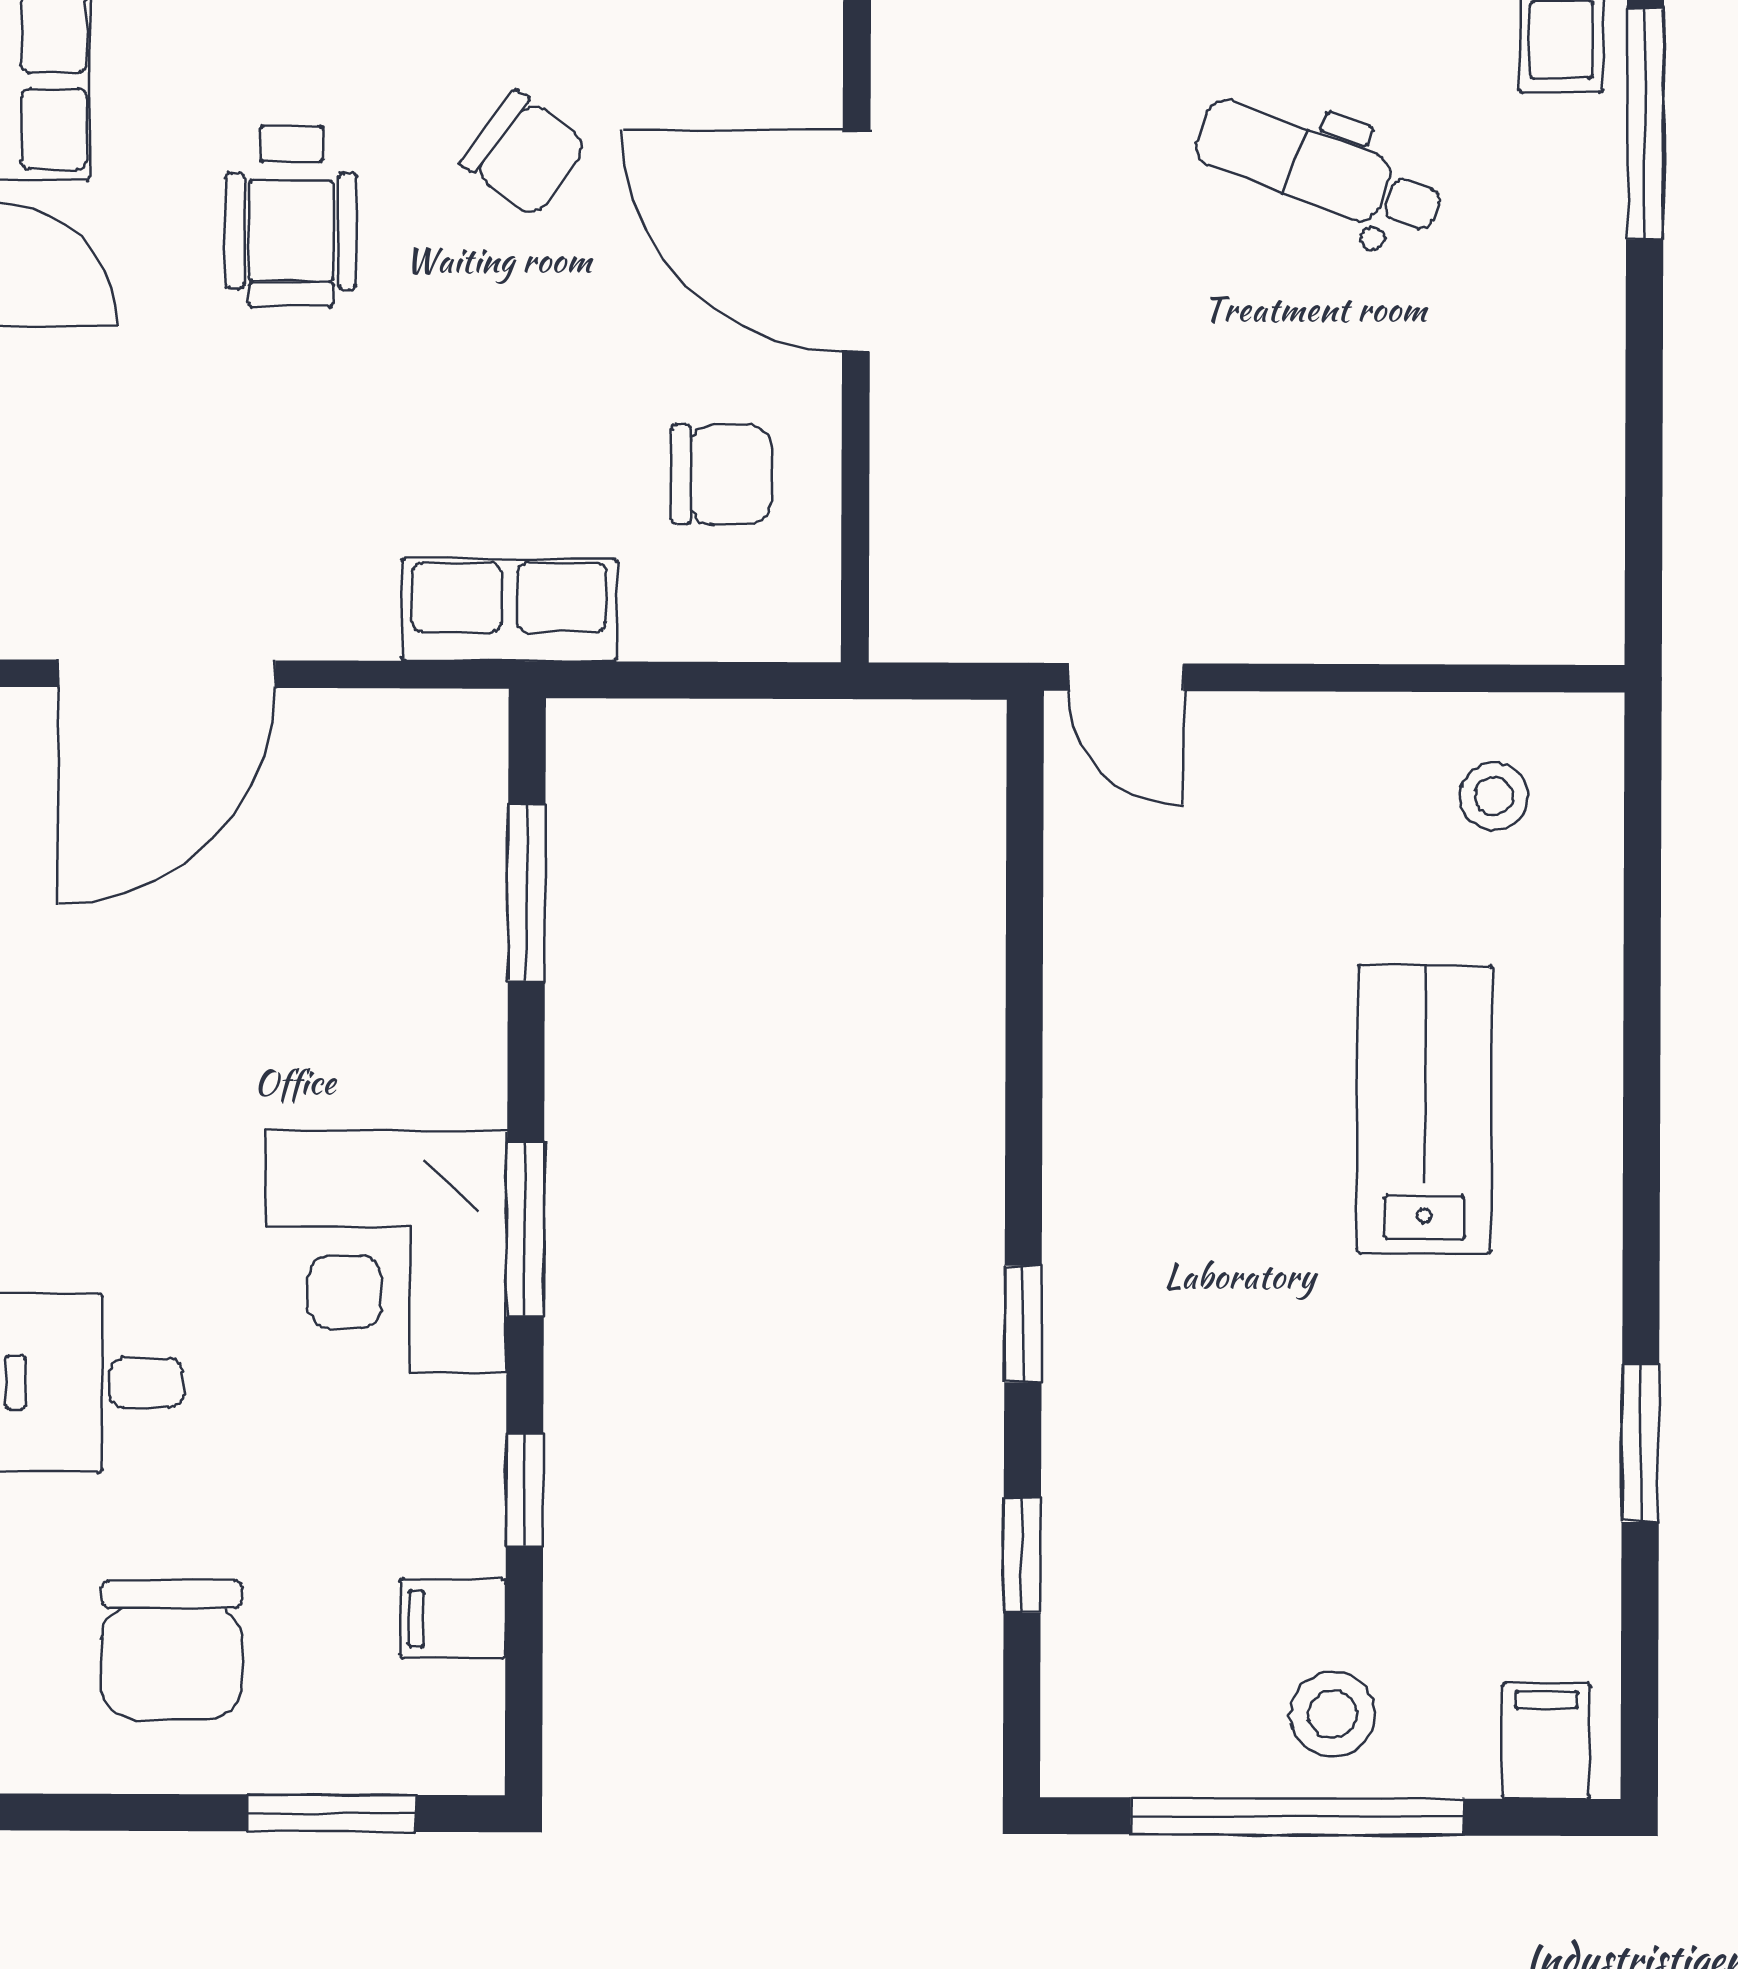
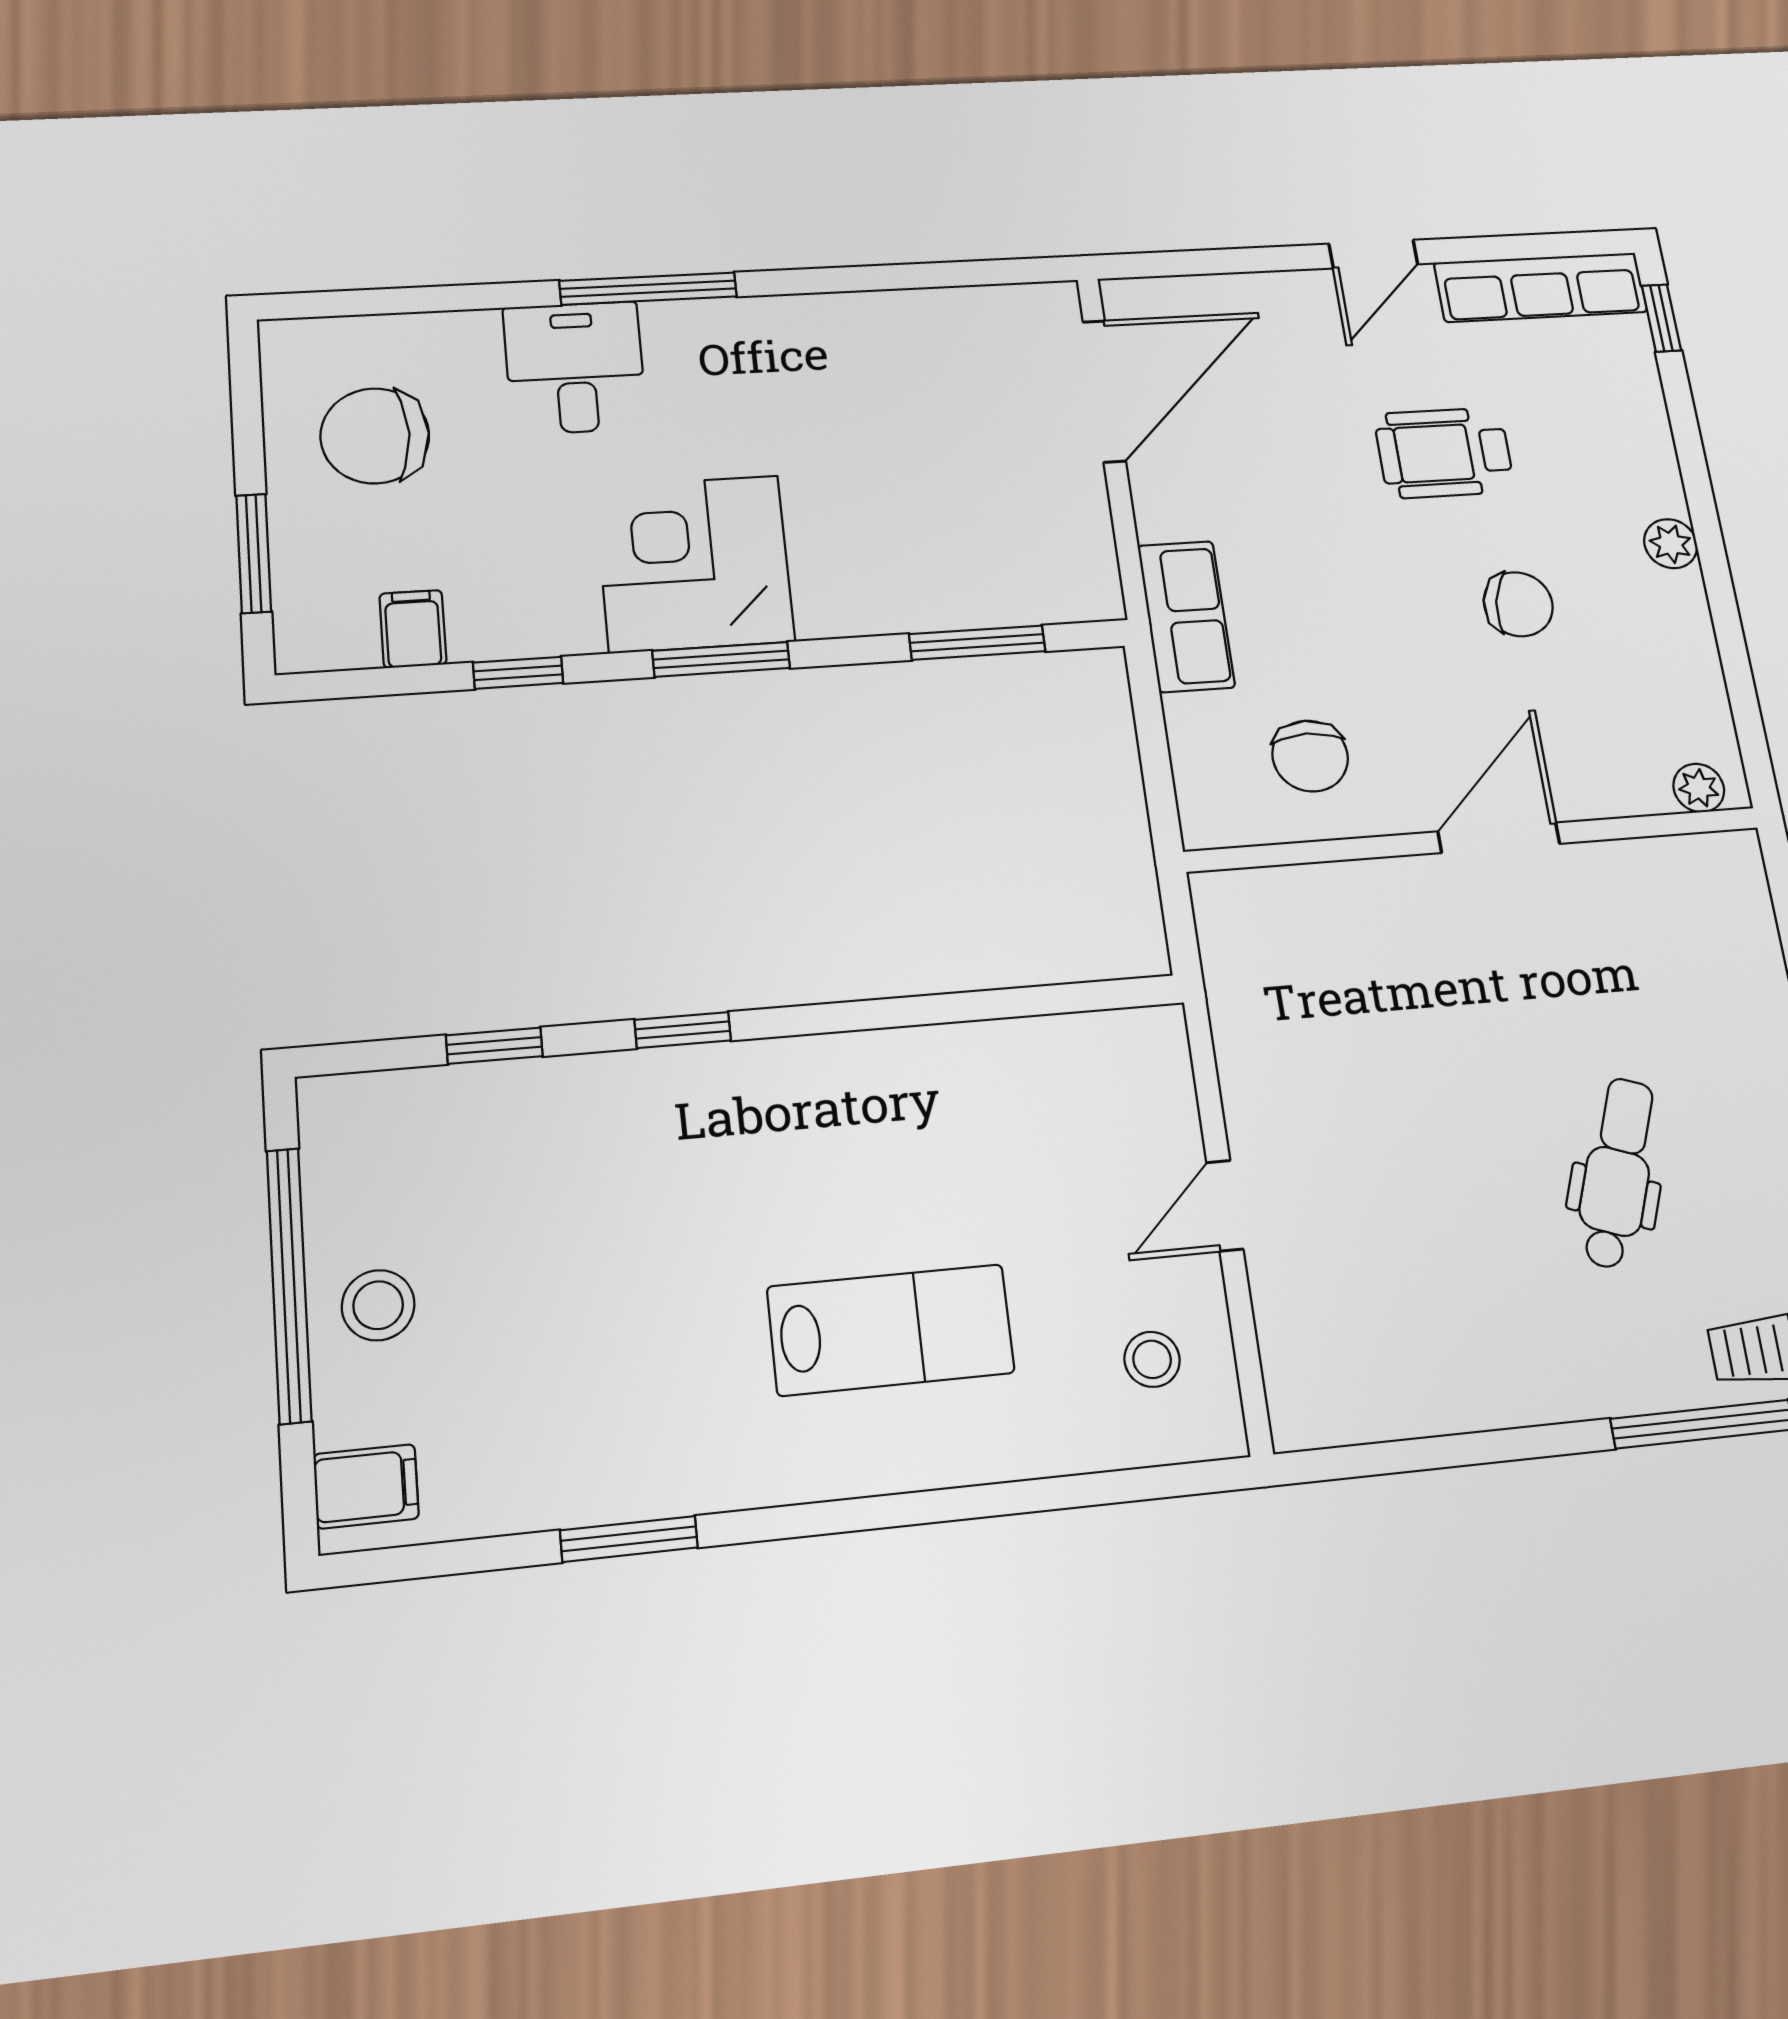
chair: (525, 154) -> (1518, 604), turned -116
door: (856, 241) -> (1499, 838), width x0.73
door: (167, 674) -> (1104, 391), swing flipped
door: (1126, 677) -> (1225, 1206), moved

